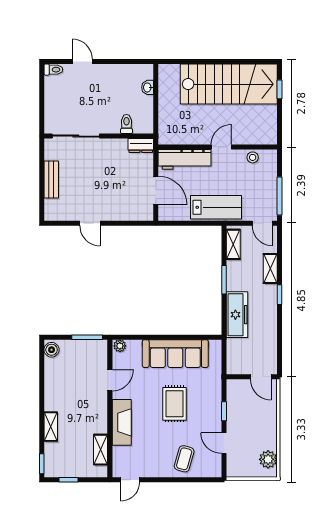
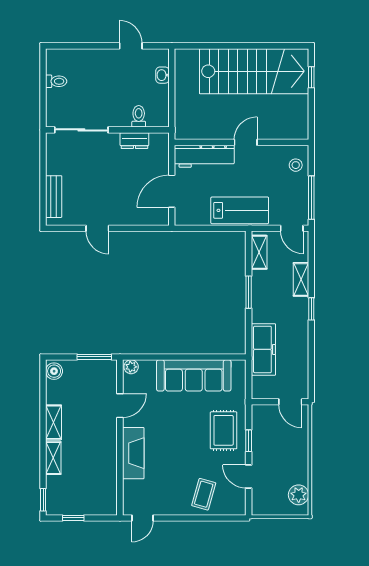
door: (82, 62) -> (131, 46), moved
toilet: (53, 70) -> (56, 81), moved
dresser: (141, 145) -> (134, 141), moved
stool: (253, 157) -> (296, 165), moved
bench: (51, 180) -> (54, 197), moved
door: (156, 190) -> (172, 191), swing flipped
freezer: (237, 315) -> (263, 349), moved
rug: (175, 404) -> (224, 430), moved
shelving: (101, 450) -> (54, 422), moved

